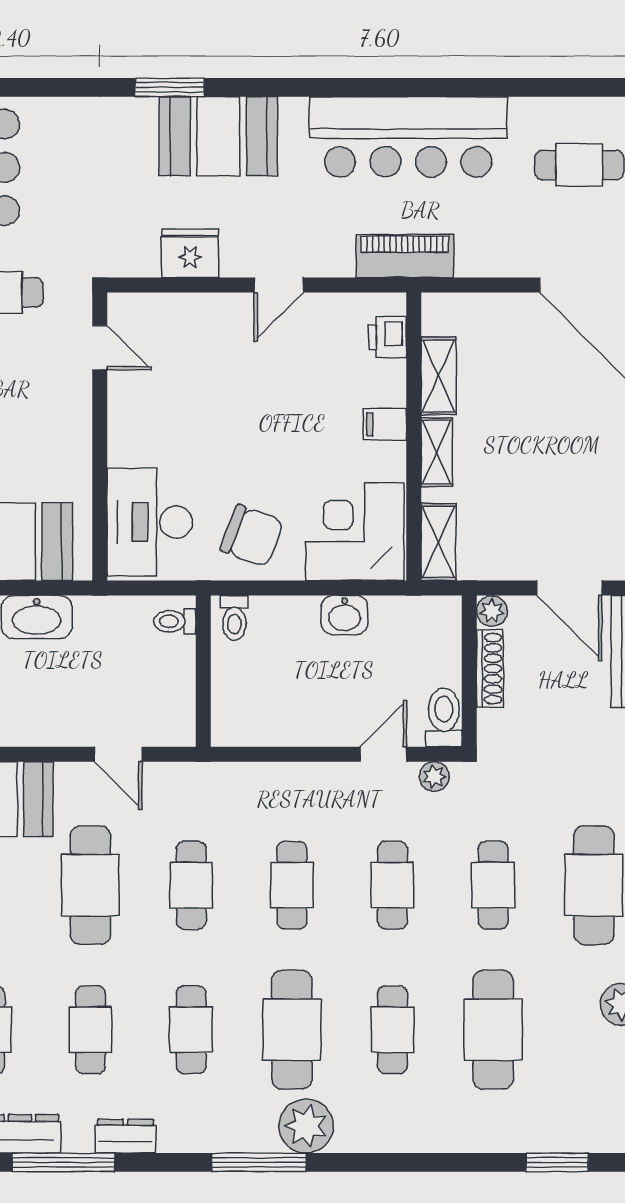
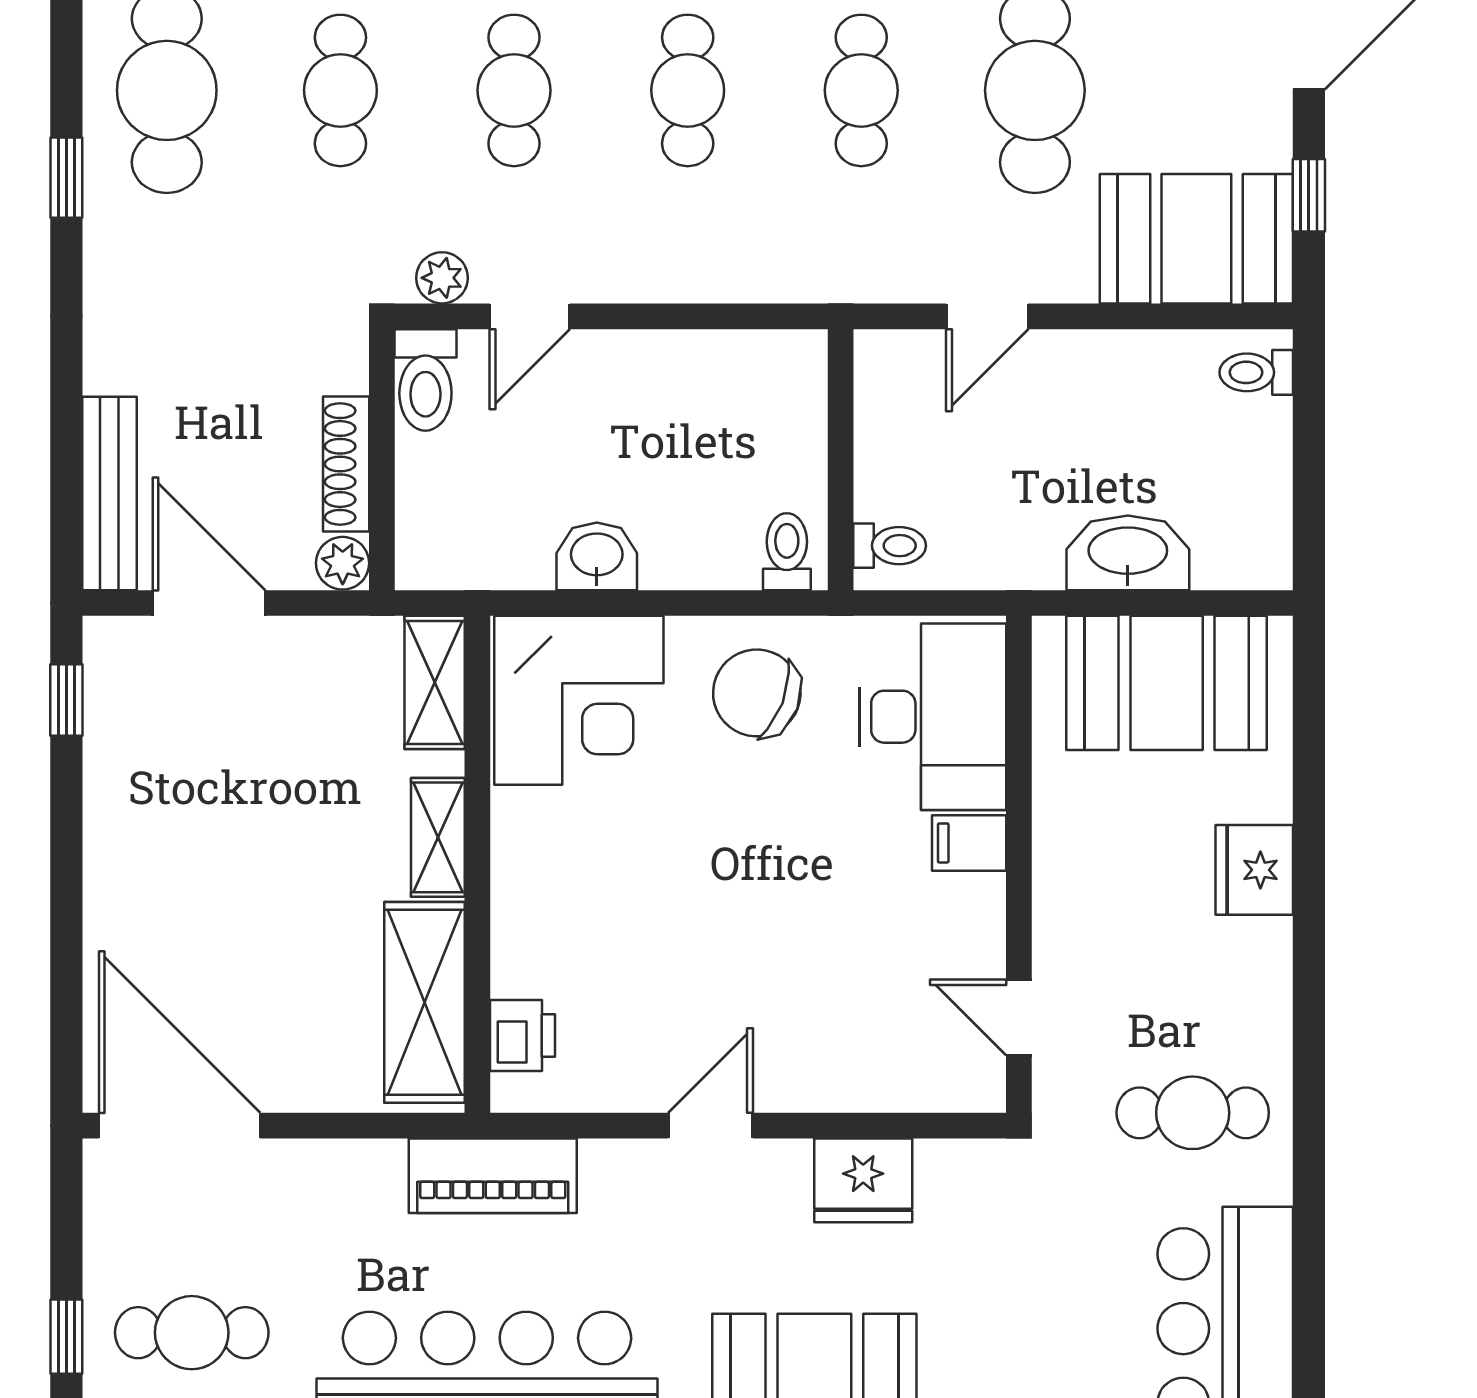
shelving: (439, 376) -> (424, 1002), width x1.50, depth x1.33
filing cabinet: (385, 424) -> (969, 843), moved, turned 180
door: (118, 754) -> (987, 316), swing flipped

